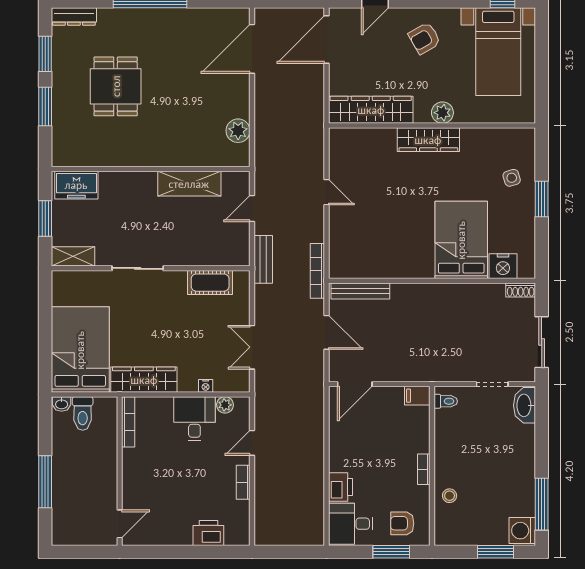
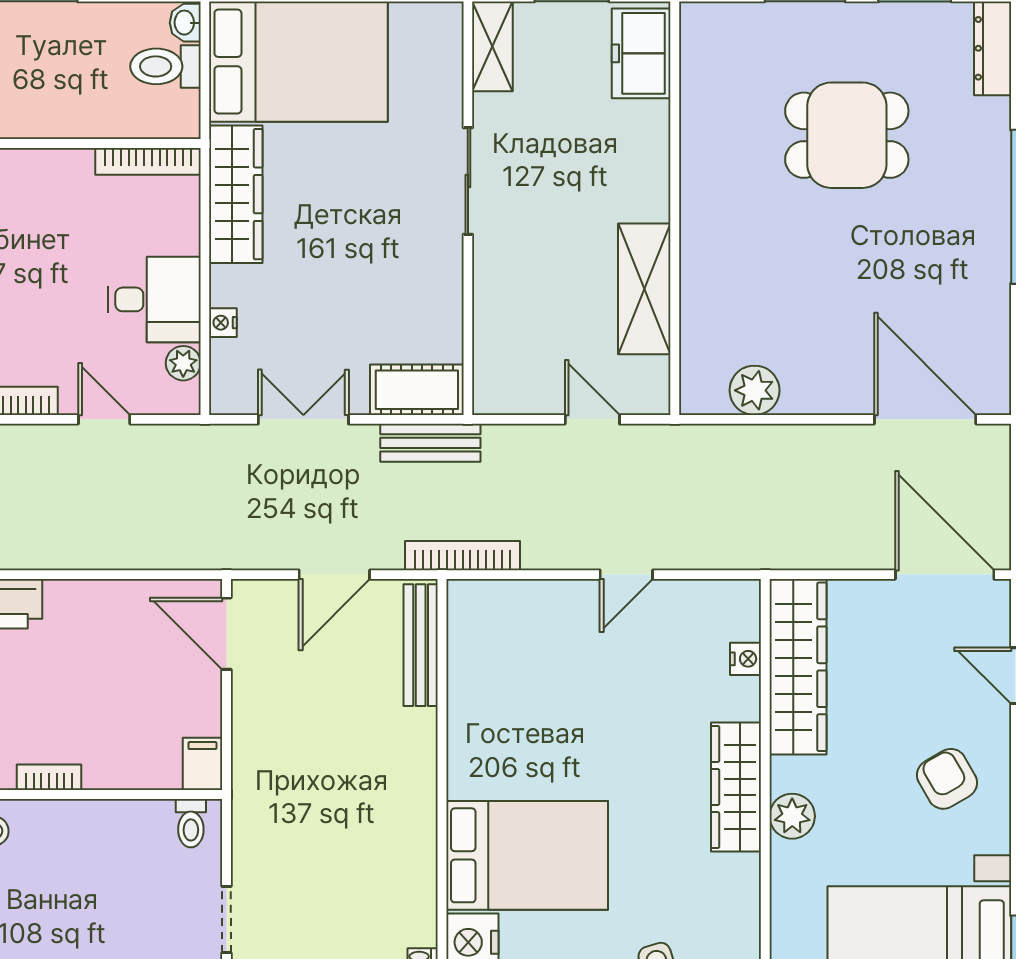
nightstand: (367, 135) -> (746, 659), added
bench: (263, 259) -> (430, 443), moved
cot: (210, 283) -> (417, 390), moved, turned 90

